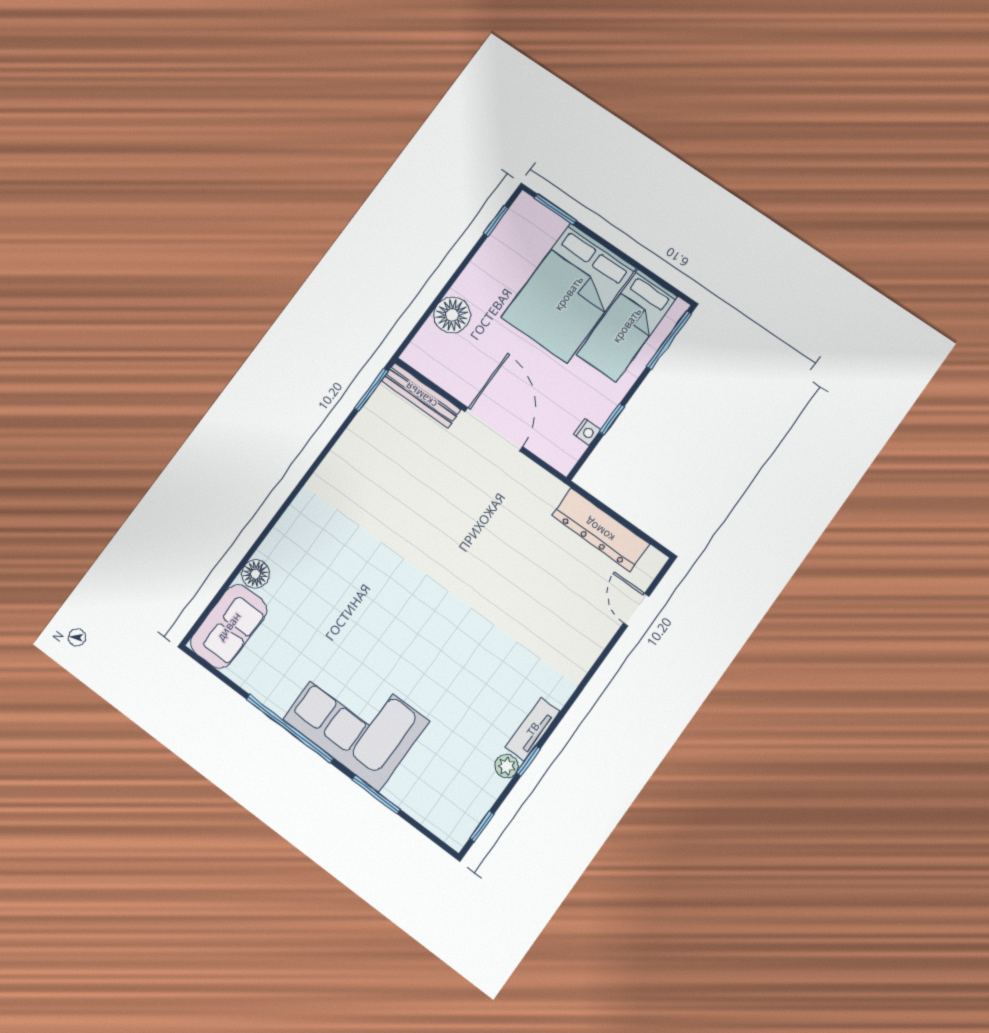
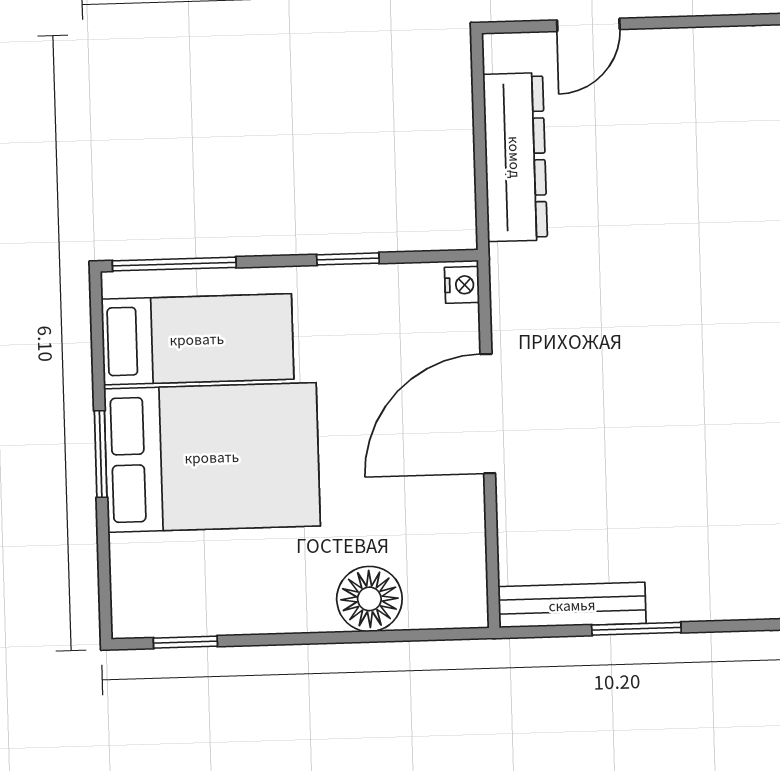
window: (556, 209) -> (101, 454), moved
window: (371, 390) -> (636, 629), moved
bench: (421, 395) -> (572, 605), moved, turned 90
nightstand: (587, 432) -> (462, 285), moved, turned 90

